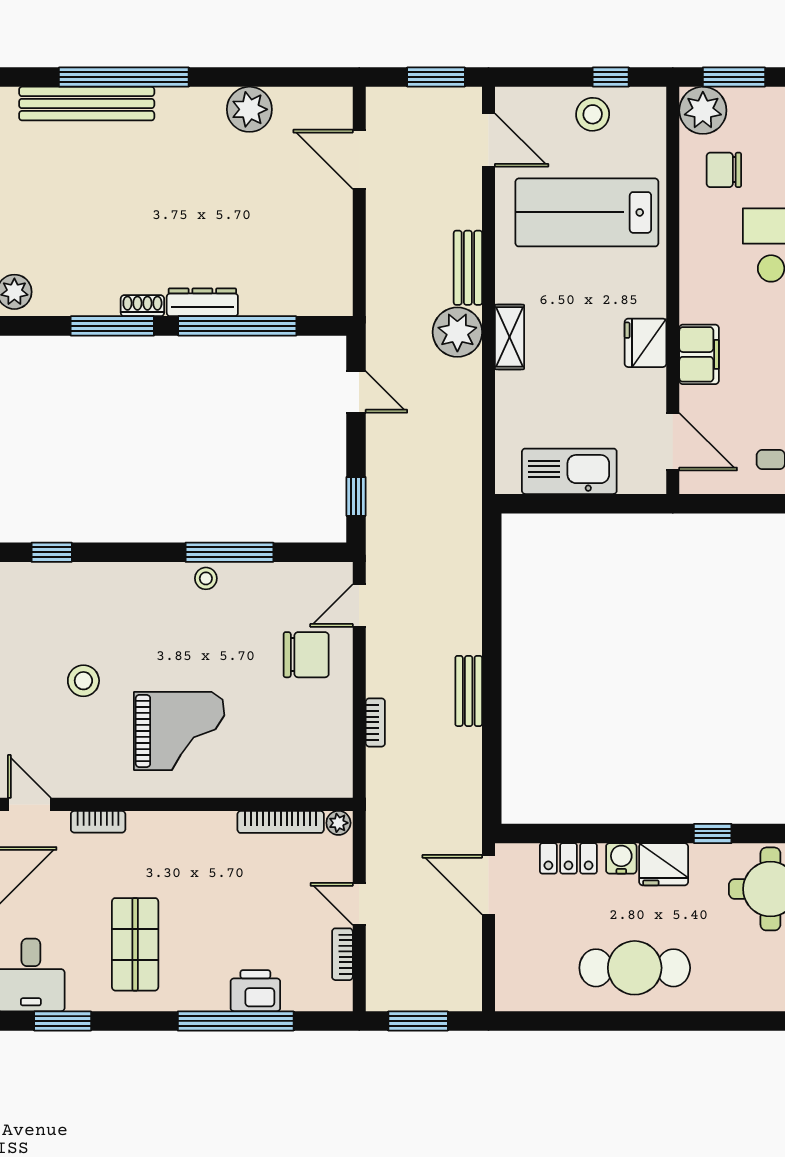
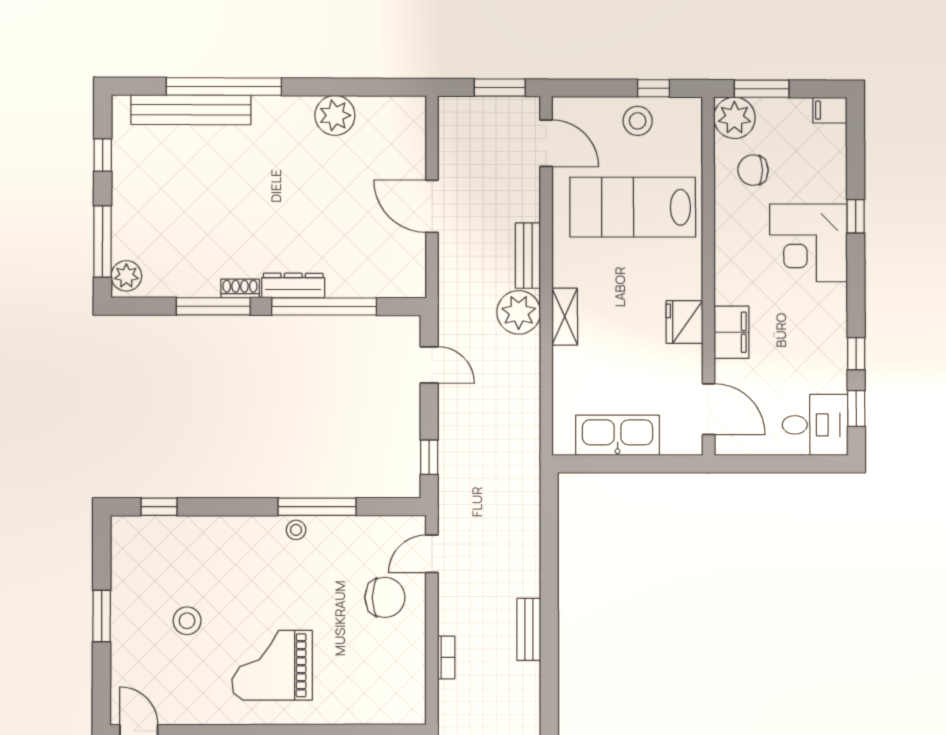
door: (359, 159) -> (432, 206), moved
grand piano: (179, 731) -> (272, 665), turned 180

